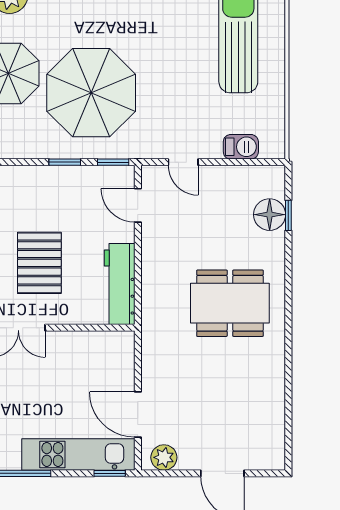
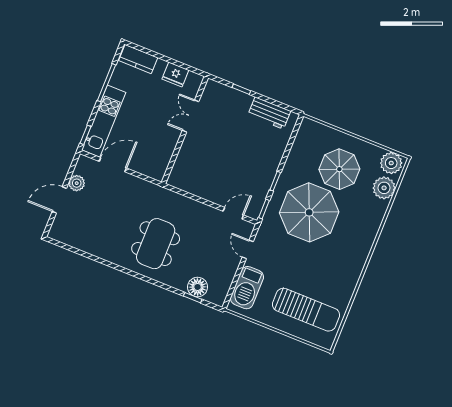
barbecue: (241, 147) -> (247, 288), width x1.88, depth x1.53
door: (183, 162) -> (248, 249), hinge flipped
pallet: (39, 263) -> (223, 143), removed
workbench: (120, 284) -> (192, 184), removed
plant: (164, 457) -> (77, 183), moved

